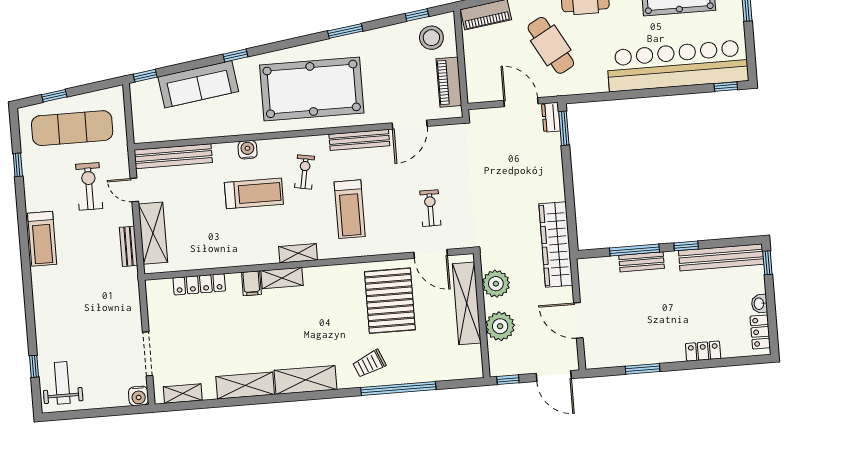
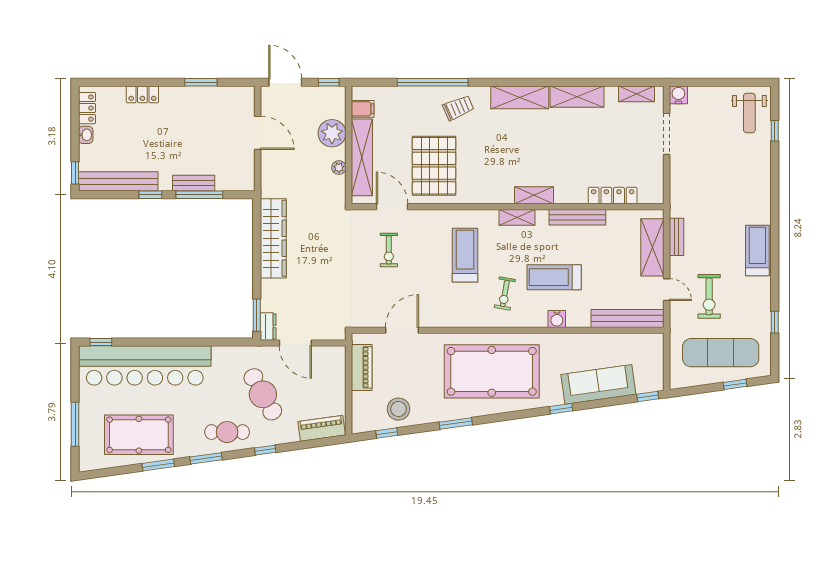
stool: (431, 38) -> (398, 409), moved
bench: (359, 140) -> (577, 217), moved
wardrobe: (556, 245) -> (273, 238), moved
filing cabinet: (251, 283) -> (363, 109), moved, turned 90
plant: (496, 284) -> (339, 168), width x0.53, depth x0.53

